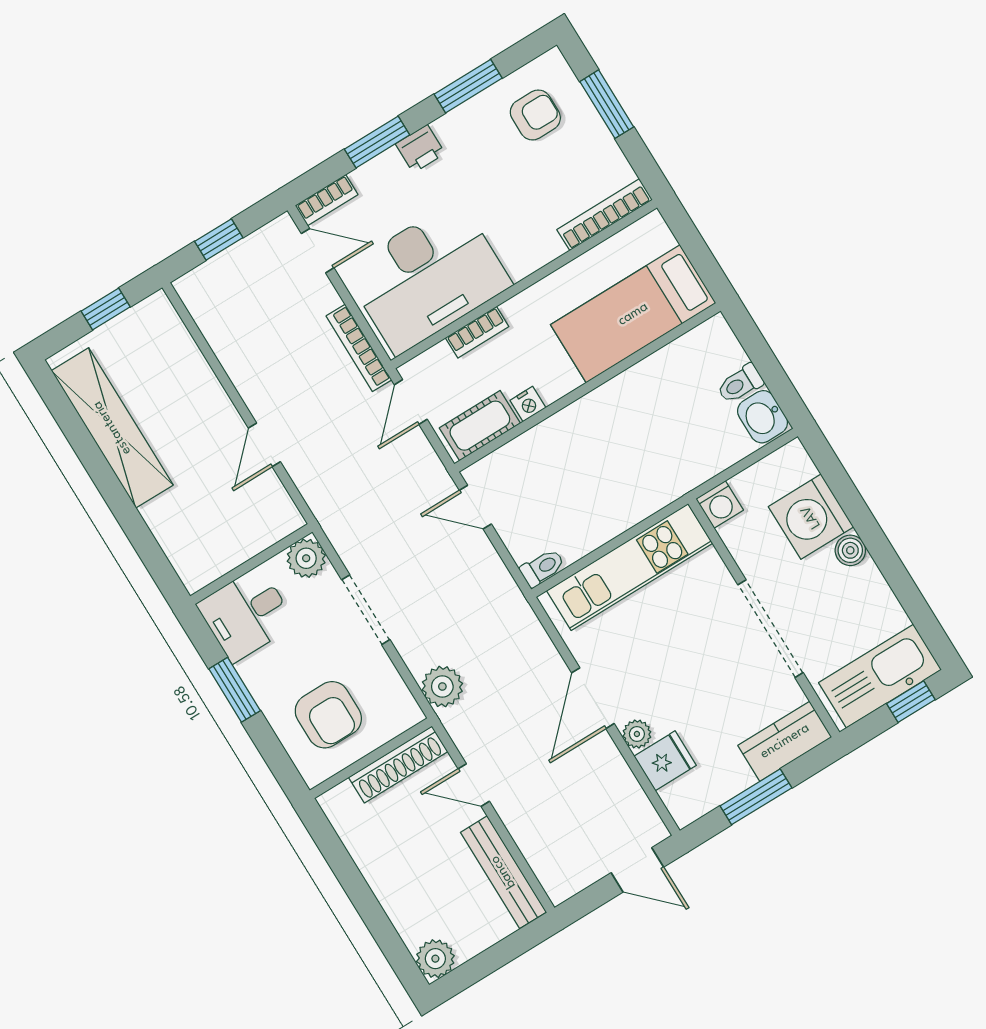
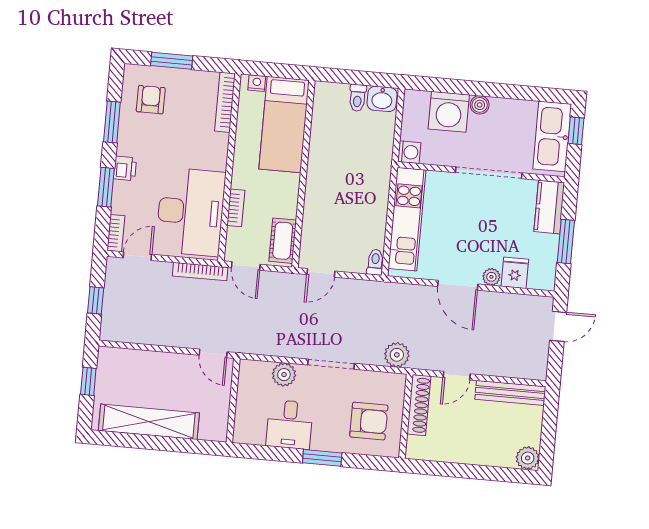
nightstand: (528, 404) -> (257, 83), moved, turned -90
wall: (251, 564) -> (233, 400), moved

